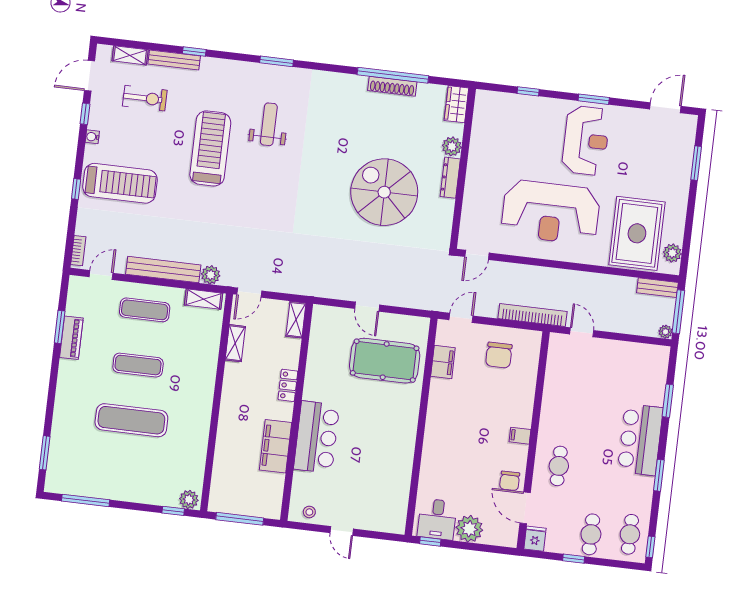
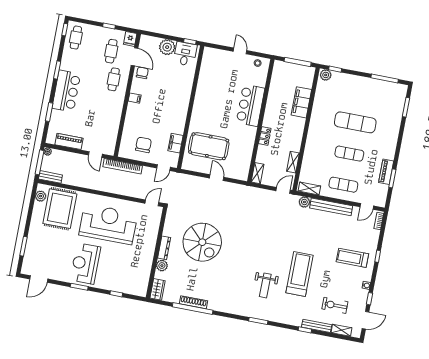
treadmill: (210, 148) -> (300, 274), turned 180
treadmill: (120, 183) -> (352, 258), width x0.73, depth x0.73
piano: (629, 352) -> (69, 141), added
filing cabinet: (276, 446) -> (301, 102), moved, turned 180
cafe table: (591, 534) -> (111, 51), moved

